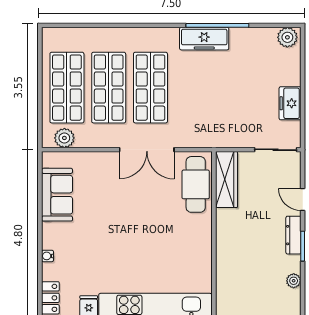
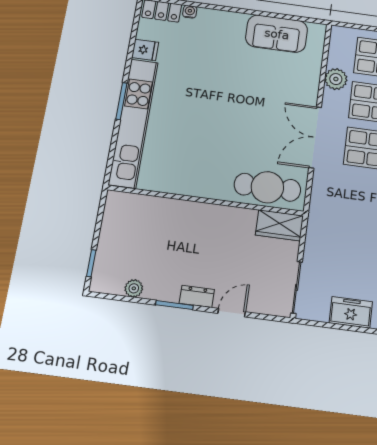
plant: (64, 138) -> (336, 79), moved
wardrobe: (227, 180) -> (279, 225), width x0.67
dresser: (293, 235) -> (197, 296), width x0.70
water cooler: (48, 256) -> (190, 12), moved

